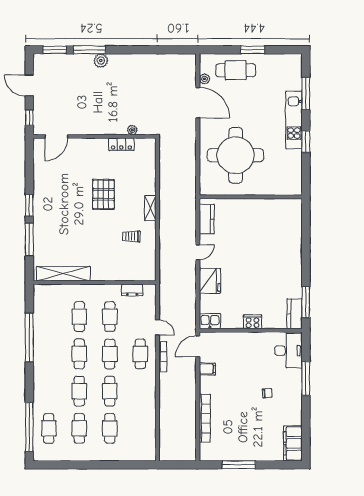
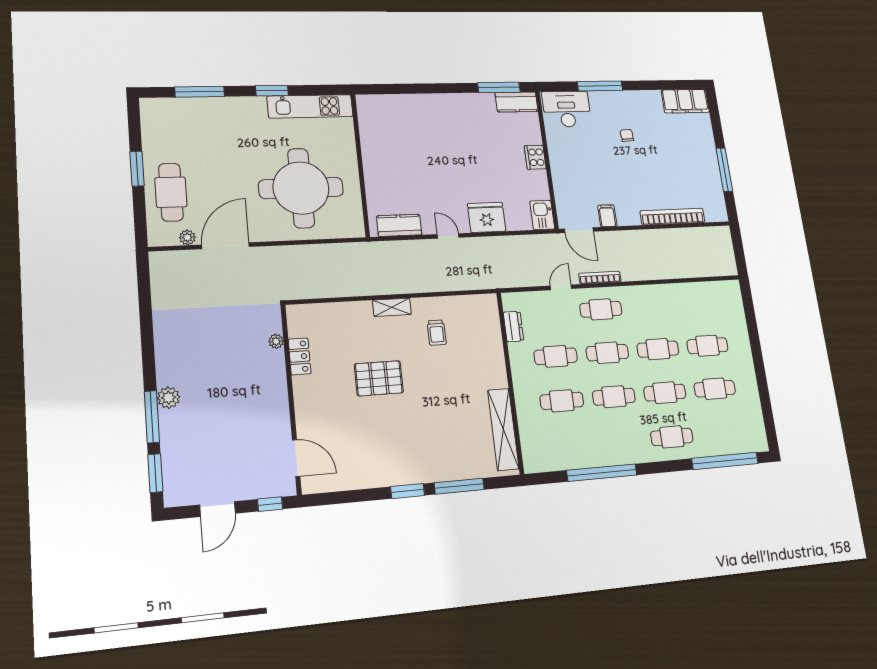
kitchen unit: (294, 120) -> (310, 106), moved
cafe table: (49, 428) -> (672, 437), moved

